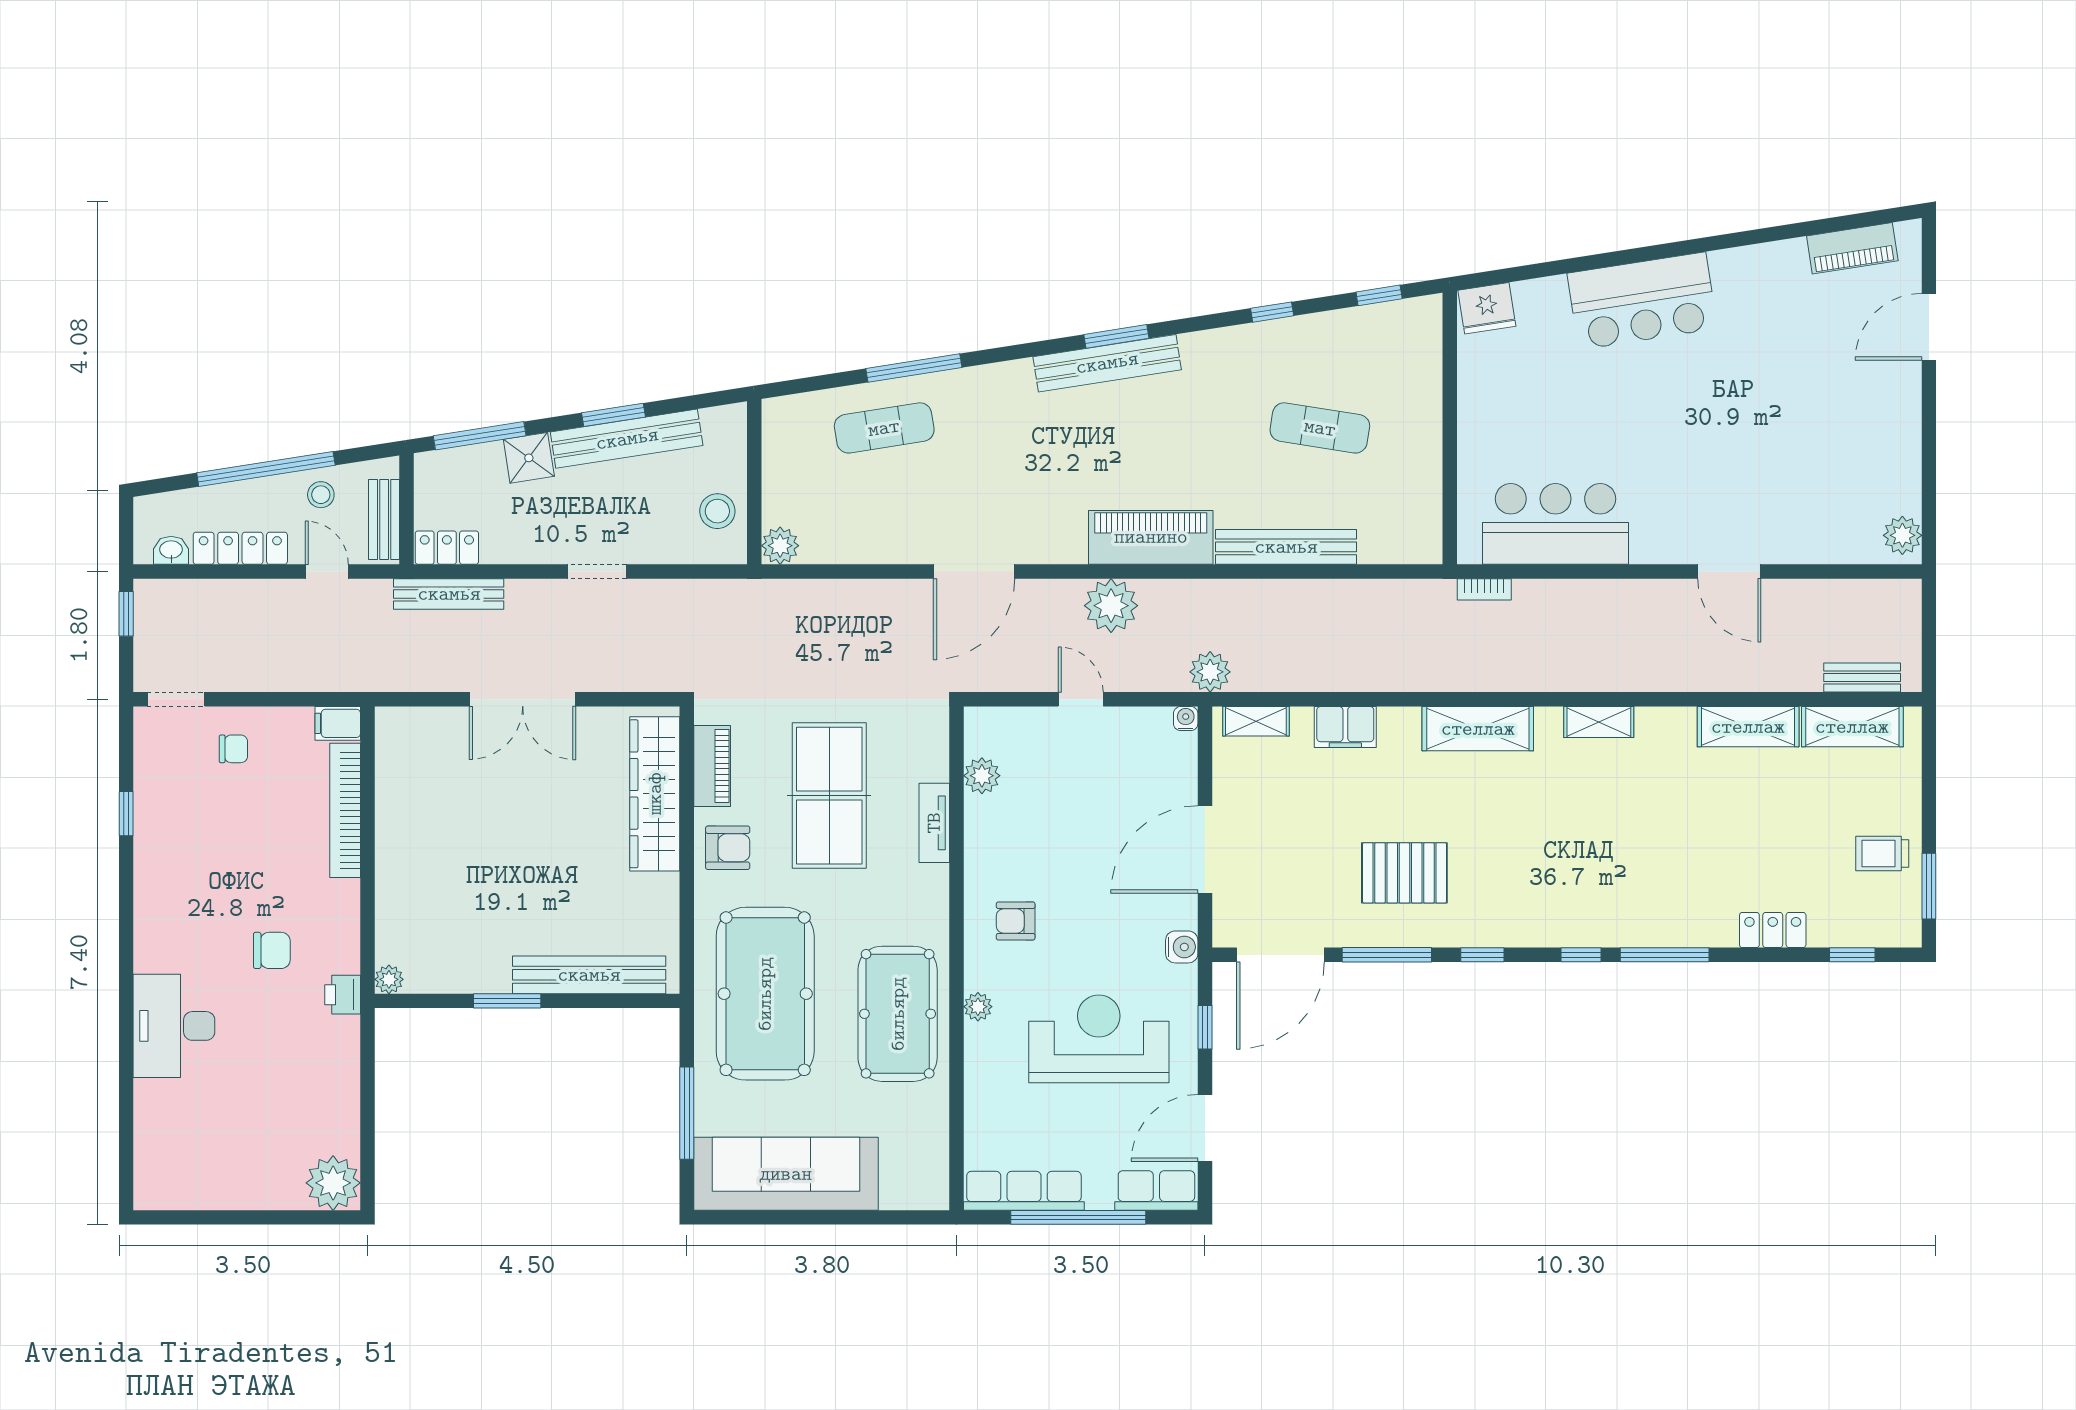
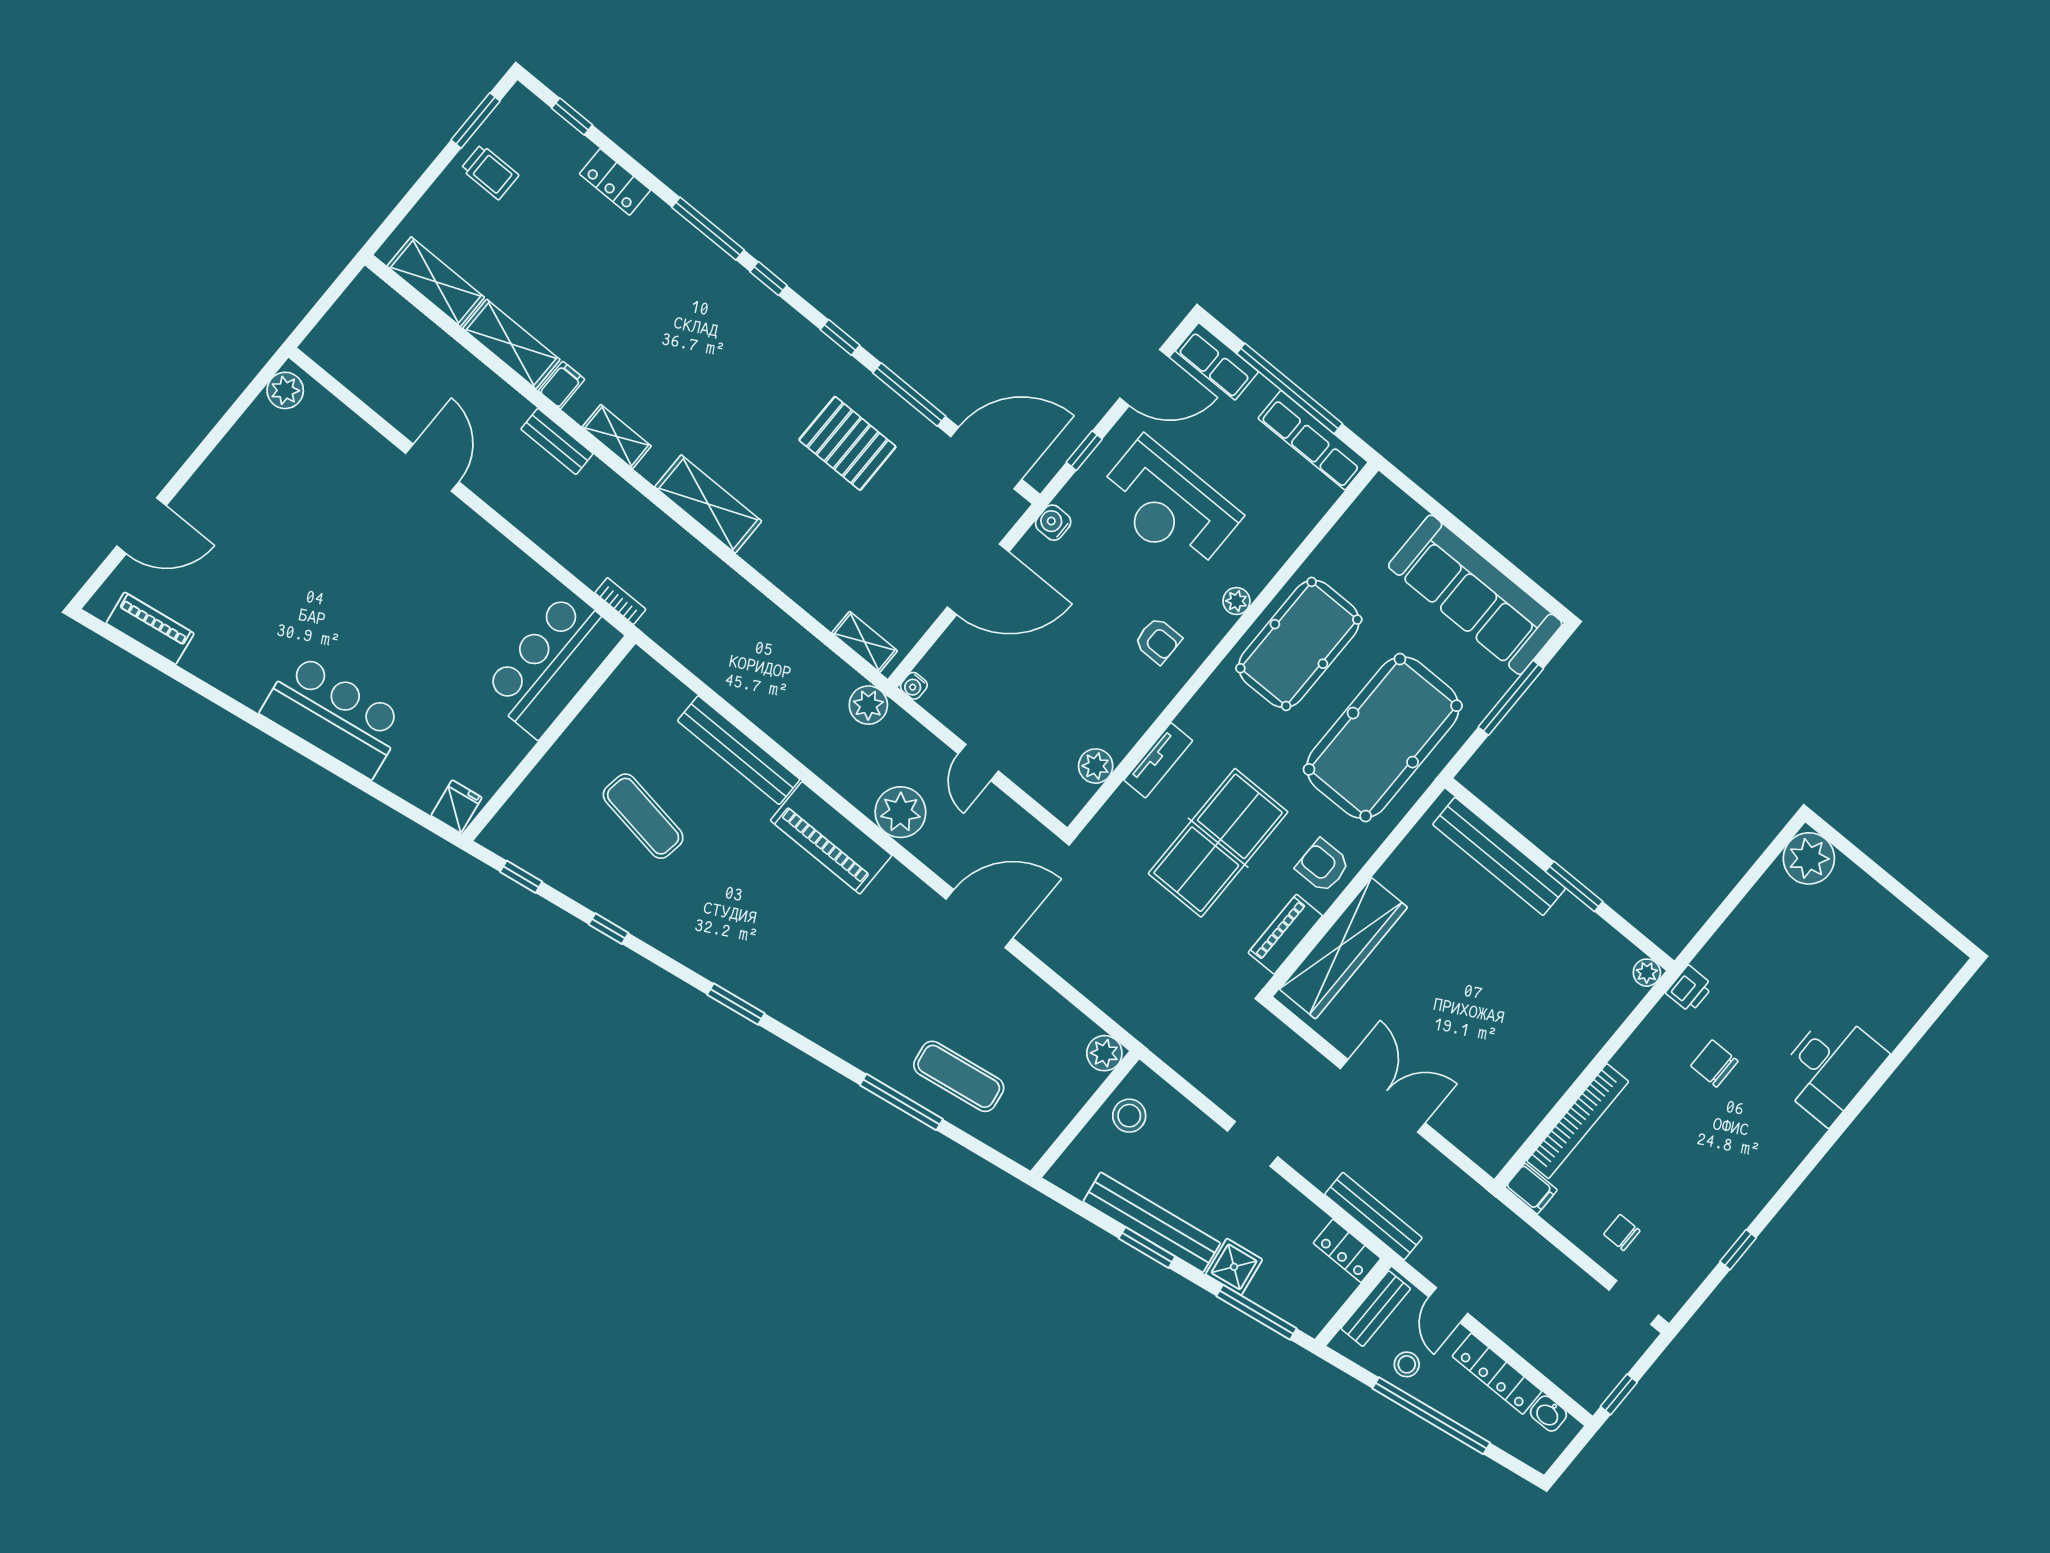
fridge: (1487, 308) -> (456, 807), width x0.72
bench: (1107, 363) -> (759, 990), removed
bar counter: (1555, 524) -> (552, 664), moved, turned 90
bench: (1862, 678) -> (557, 441), moved
filing cabinet: (1345, 727) -> (562, 385), moved, width x0.50

